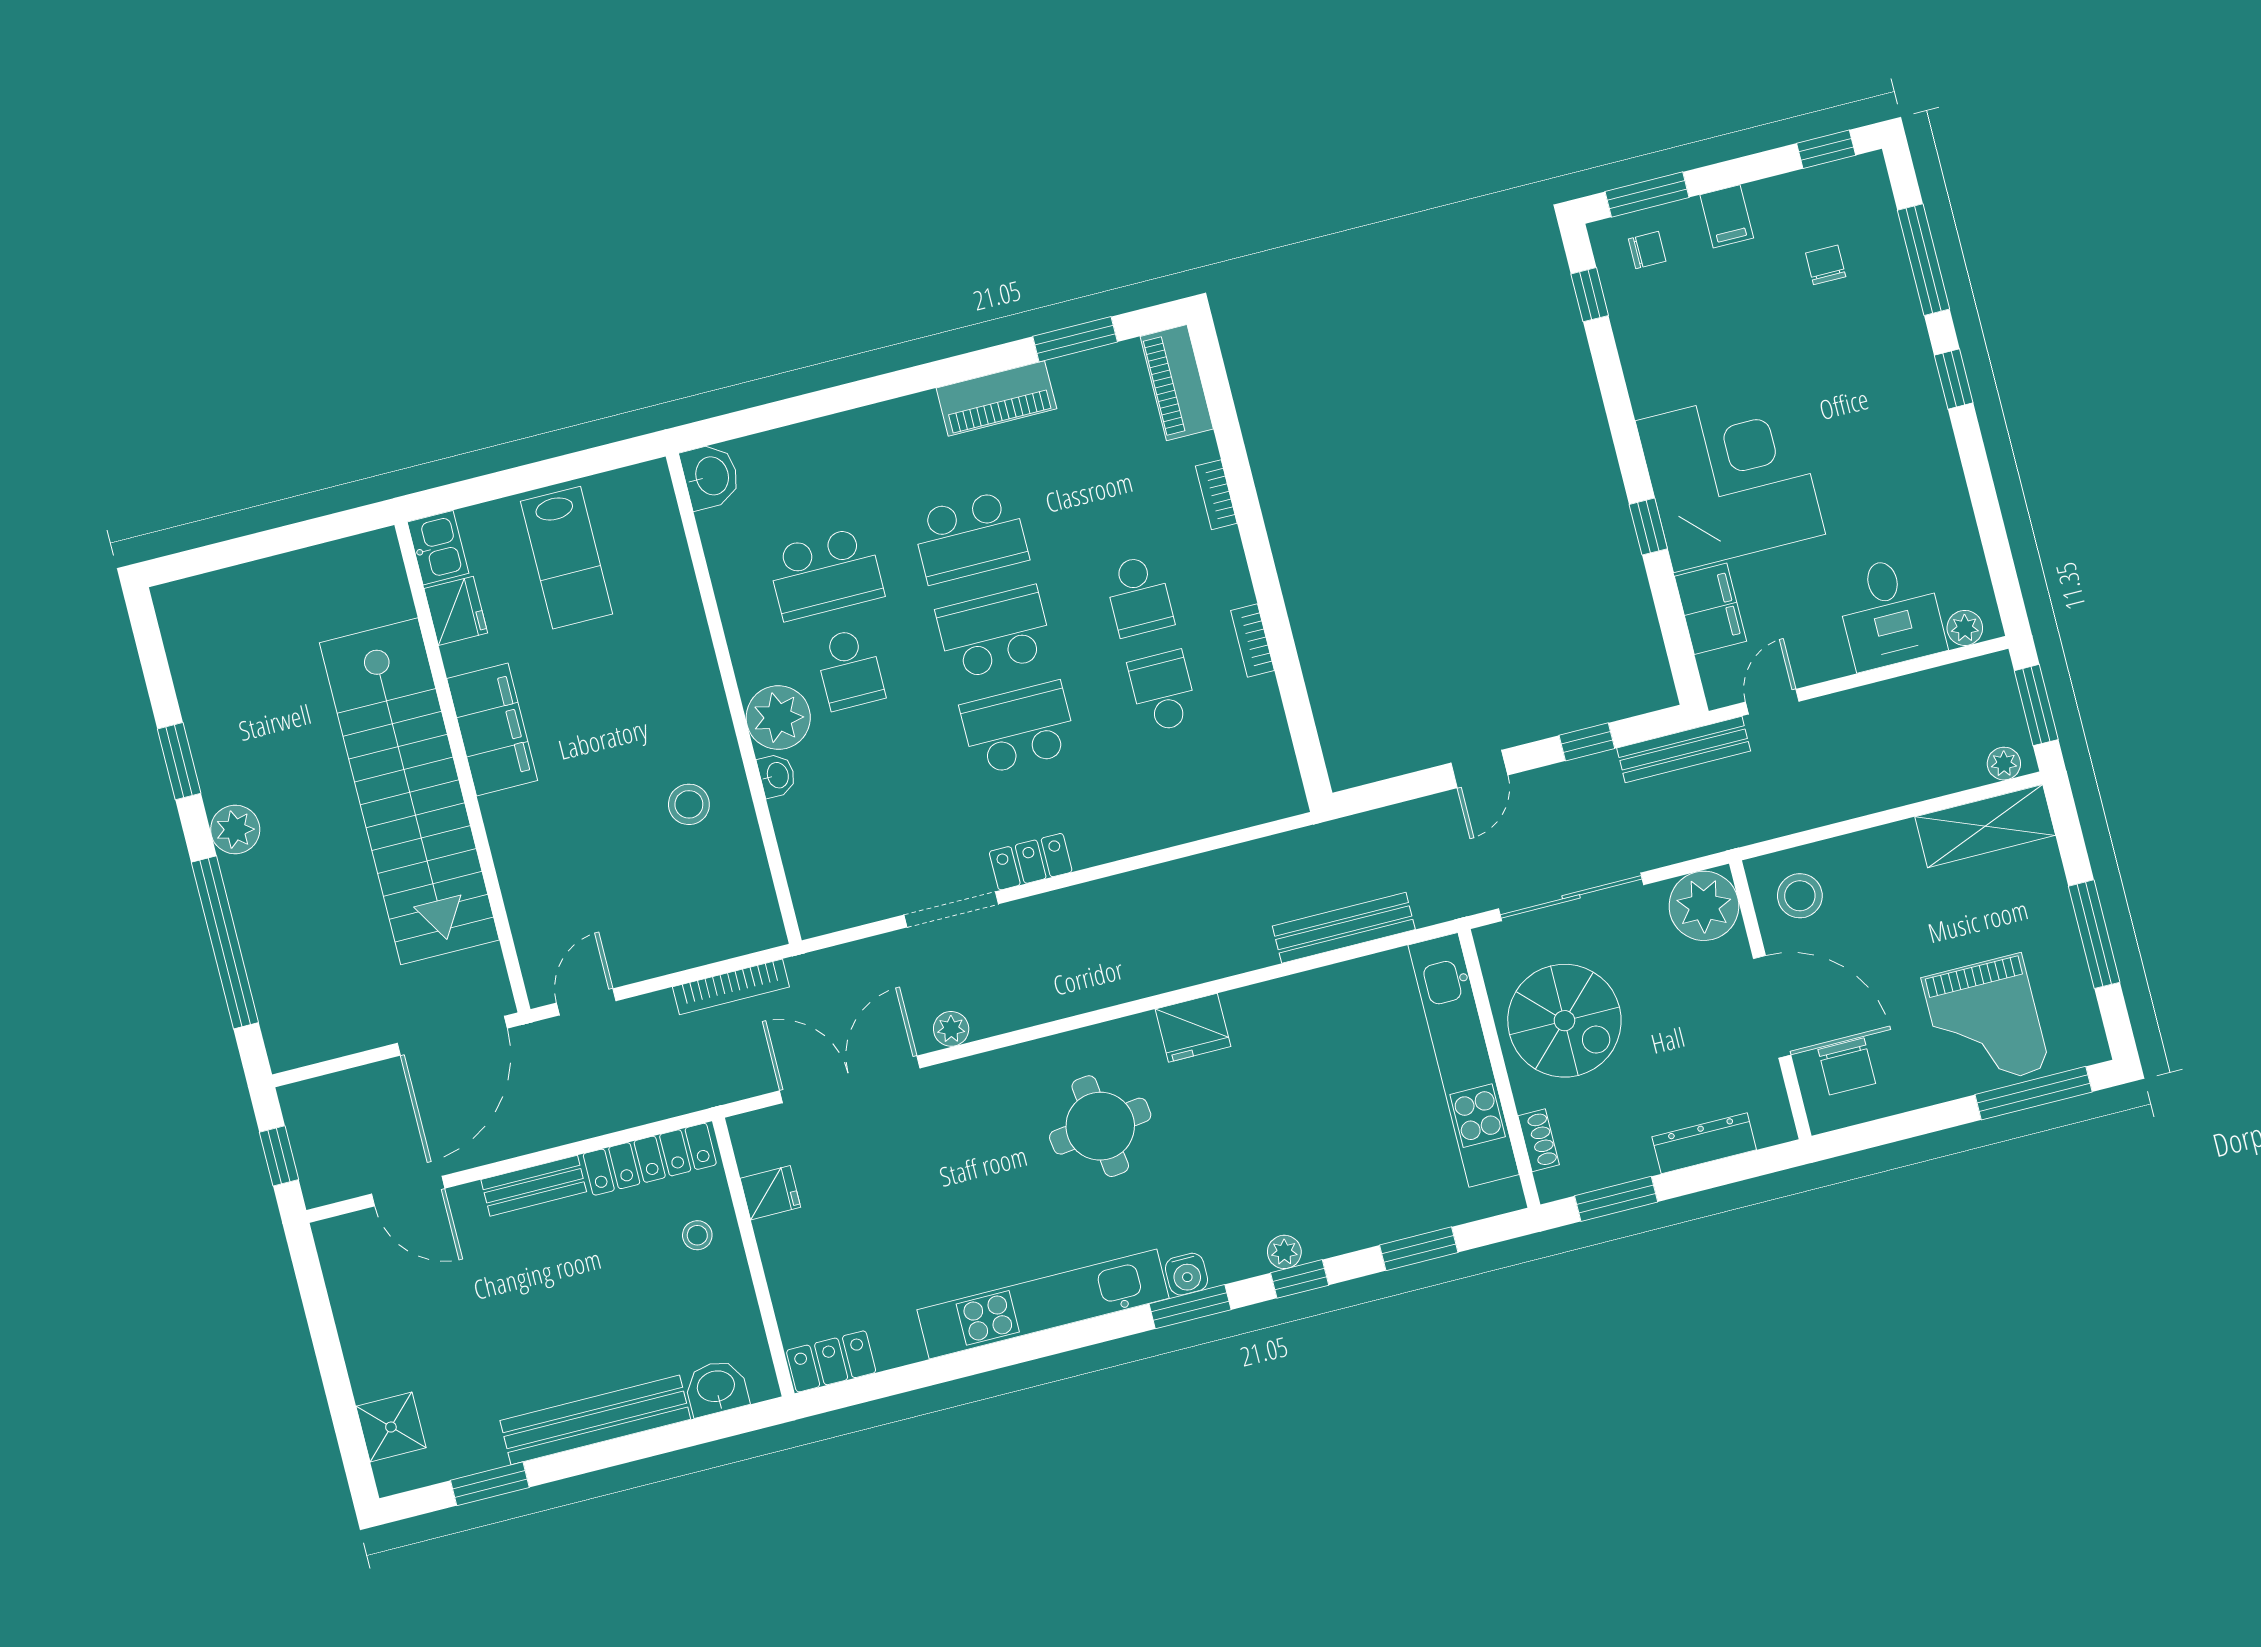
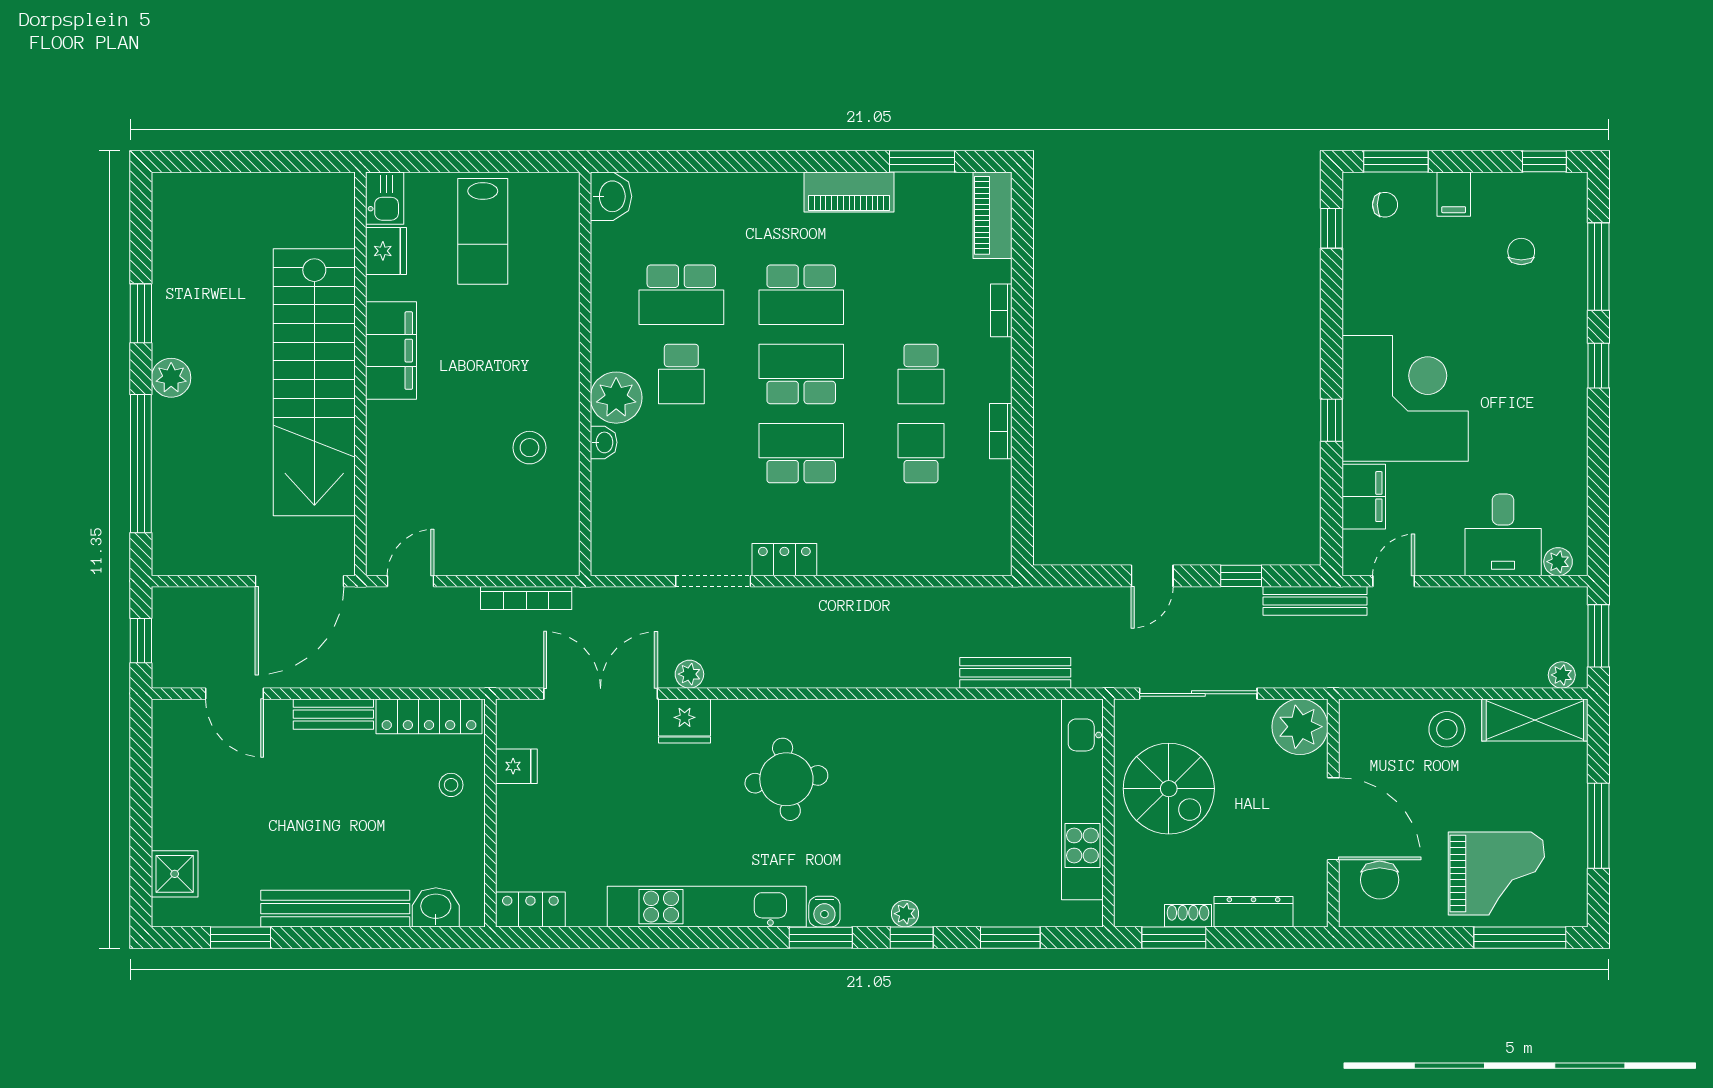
stool: (1800, 896) -> (1447, 729), moved
grand piano: (1986, 1023) -> (1496, 873), turned -90
fridge: (1193, 1028) -> (685, 721), moved
shoe rack: (1539, 1140) -> (1188, 916), moved, turned -90

